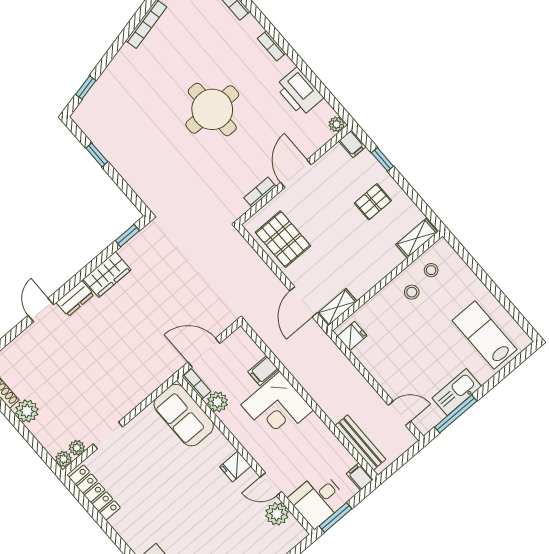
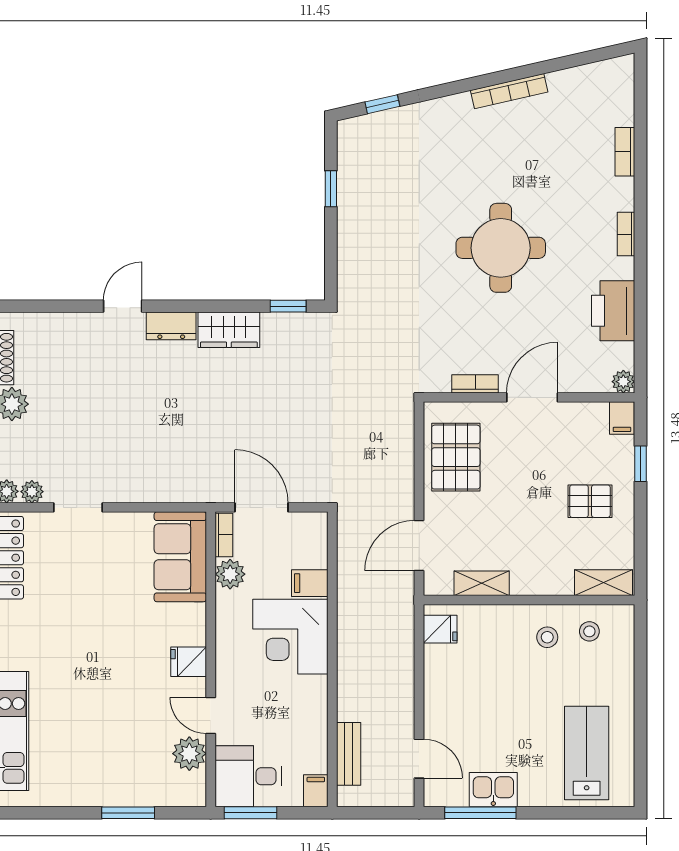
shelving: (337, 307) -> (482, 583), moved
kitchen sink: (457, 392) -> (493, 790), width x0.73
bench: (360, 442) -> (349, 754), width x0.73

